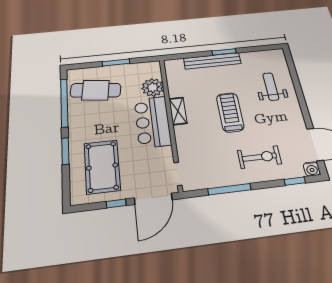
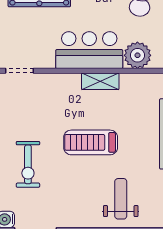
weight bench: (271, 87) -> (121, 199), turned -90
treadmill: (230, 112) -> (91, 142), turned 180

